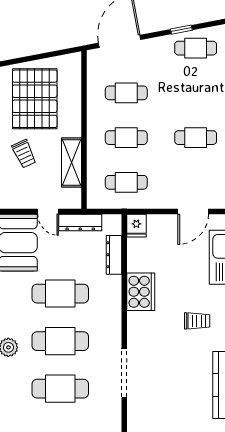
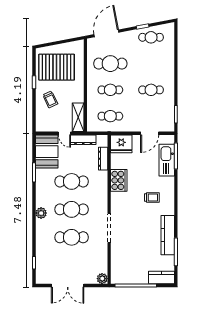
cafe table: (126, 93) -> (110, 64), width x1.37, depth x1.35
pallet: (35, 99) -> (57, 67), turned 90
shelving: (71, 163) -> (78, 117), moved
fridge: (136, 226) -> (121, 144), width x1.88, depth x1.34

